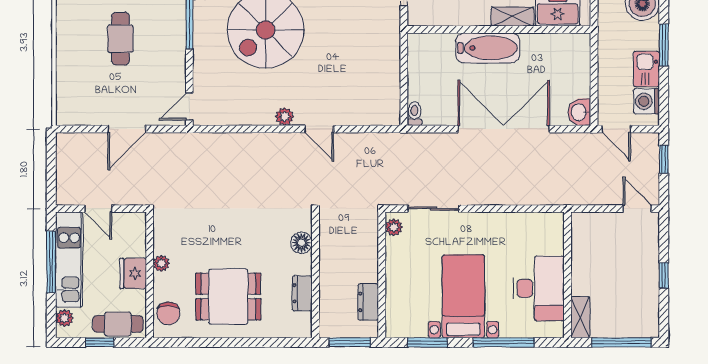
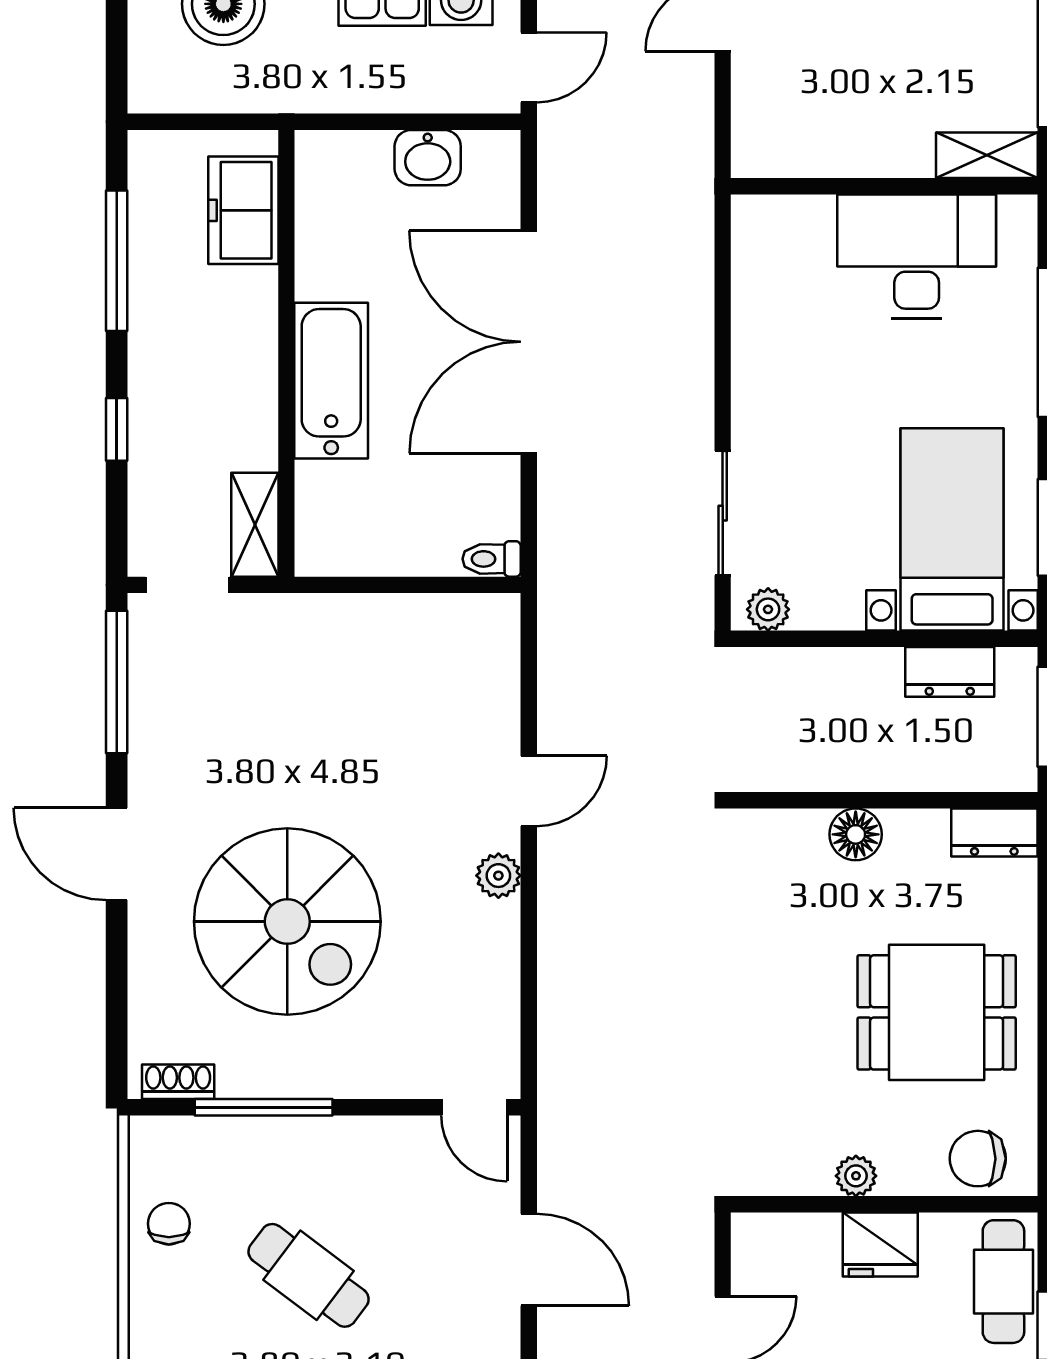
shelving: (512, 17) -> (255, 525), moved
cafe table: (120, 39) -> (309, 1275), turned 37
washbasin: (579, 112) -> (428, 158), moved
floor lamp: (301, 243) -> (856, 834), moved
dresser: (302, 293) -> (994, 833), moved
dining table: (228, 296) -> (937, 1012), turned 90
bed with nightstands: (463, 296) -> (952, 529), moved, turned 90
chair: (168, 313) -> (978, 1159), turned 180

